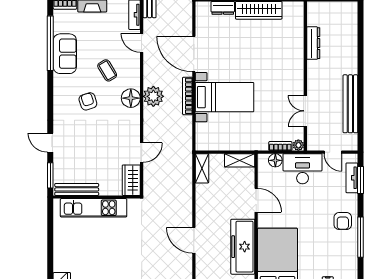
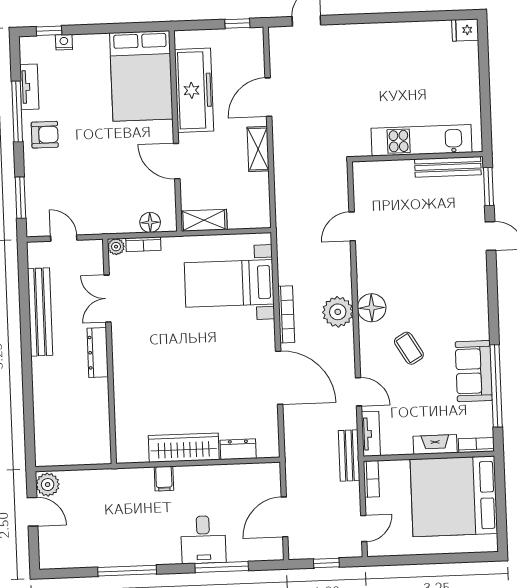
dresser: (313, 43) -> (98, 352), moved
bed with nightstands: (224, 97) -> (229, 283), moved
armchair: (88, 101) -> (436, 300), removed
double door: (305, 111) -> (107, 299), swing flipped
shelving: (202, 168) -> (258, 149), moved
desk: (303, 169) -> (109, 211), removed
tv unit: (352, 178) -> (29, 87), moved
wardrobe: (131, 180) -> (366, 184), removed
armchair: (343, 221) -> (45, 135), turned 90
door: (194, 240) -> (268, 97), swing flipped

